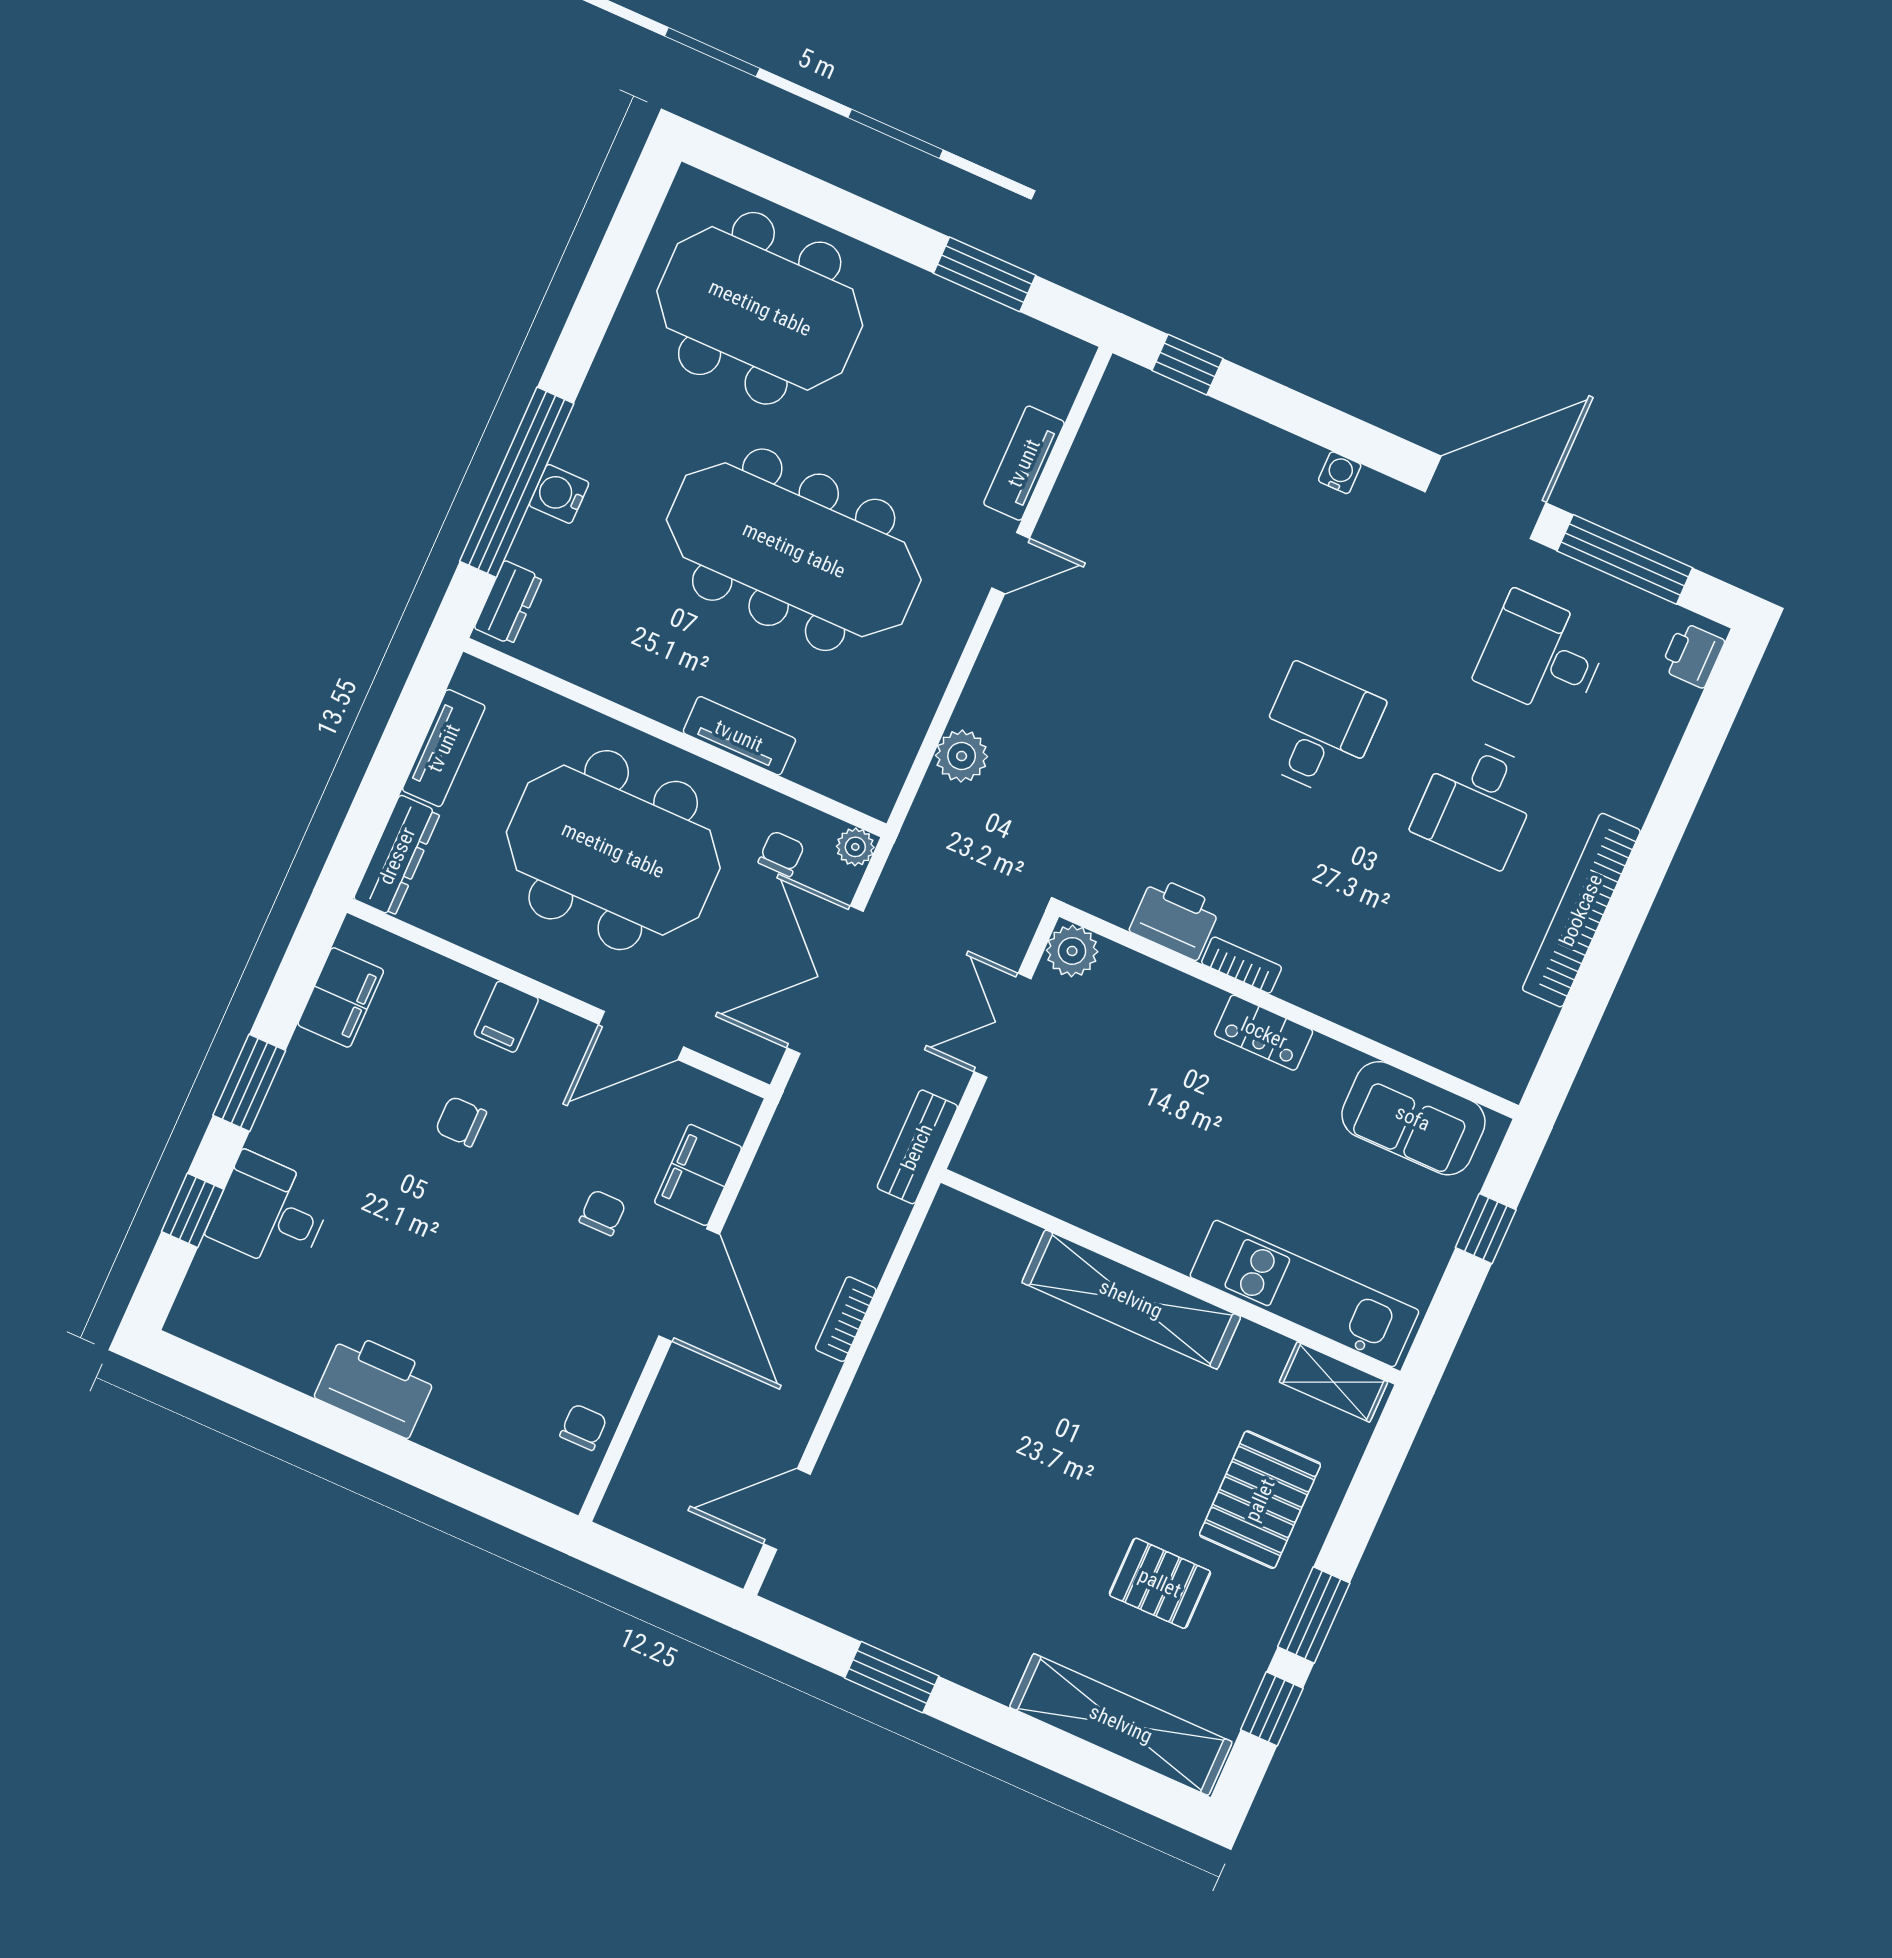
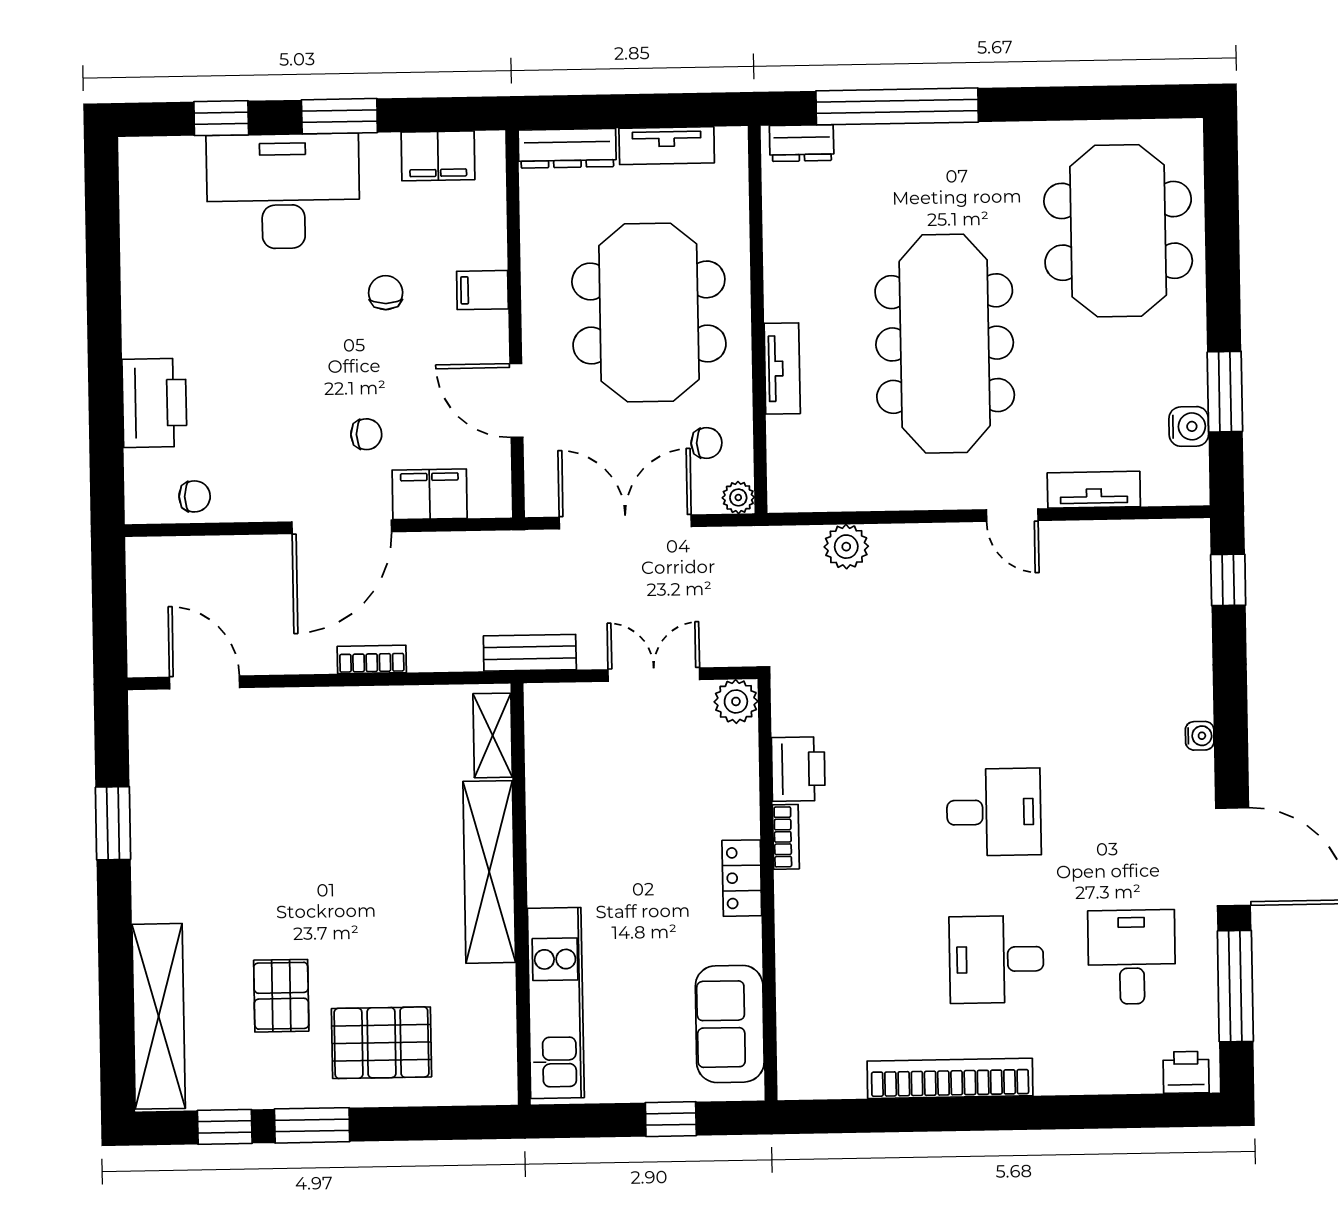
water cooler: (559, 494) -> (1189, 426), moved, turned 90
desk: (270, 1212) -> (283, 191), width x1.87, depth x1.30
shelving: (1333, 1382) -> (493, 735), moved
printer: (376, 1385) -> (154, 403), moved

